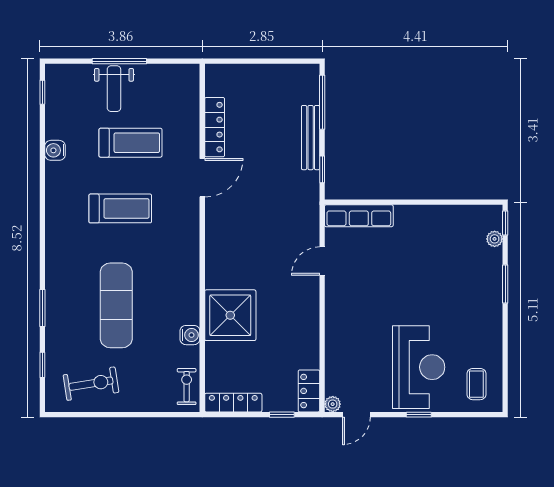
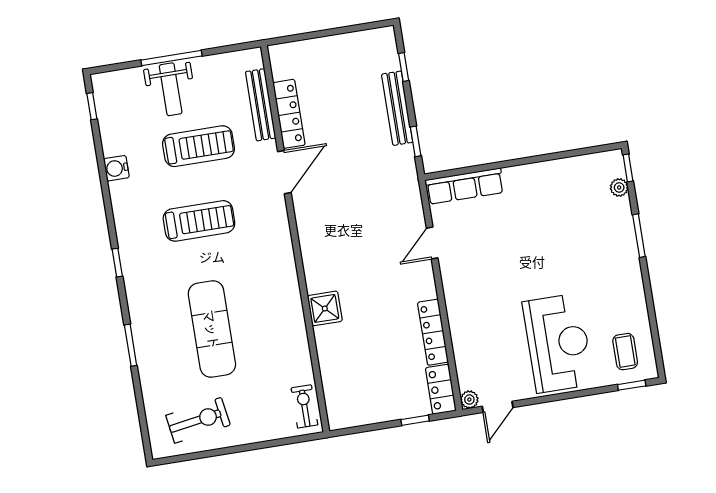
window: (322, 102) -> (404, 67), width x0.46
bench: (191, 115) -> (261, 105), added
shower: (230, 315) -> (325, 308), width x0.54, depth x0.54
water cooler: (190, 335) -> (299, 349), removed
window: (42, 365) -> (117, 263), moved
locker: (233, 403) -> (433, 332), moved, turned -90
window: (419, 415) -> (632, 385), moved

